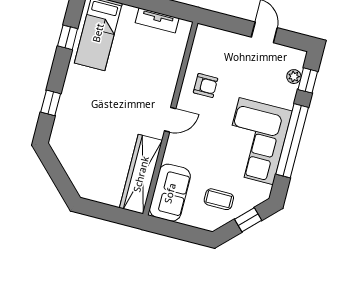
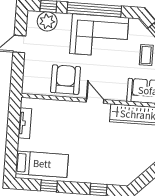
plant: (294, 77) -> (47, 21), width x1.88, depth x1.88
armchair: (206, 86) -> (66, 80), width x1.88, depth x1.88

